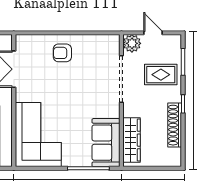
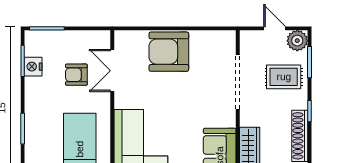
plant: (132, 43) -> (297, 41), moved
armchair: (62, 53) -> (169, 52), width x1.88, depth x1.88

